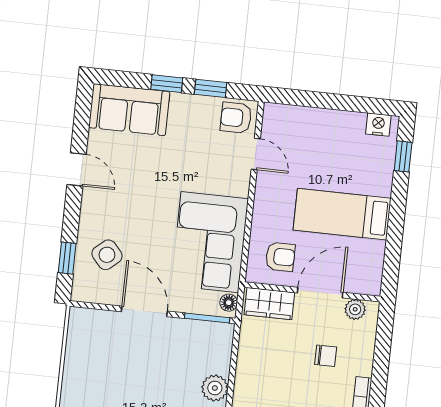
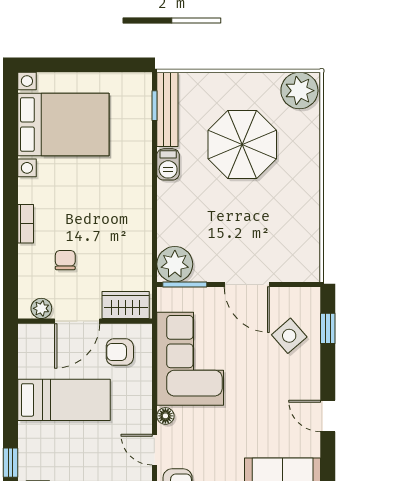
floor lamp: (229, 303) -> (165, 416), moved
chair: (326, 356) -> (65, 260), turned 90
plant: (215, 388) -> (175, 264), moved, width x1.36, depth x1.36

